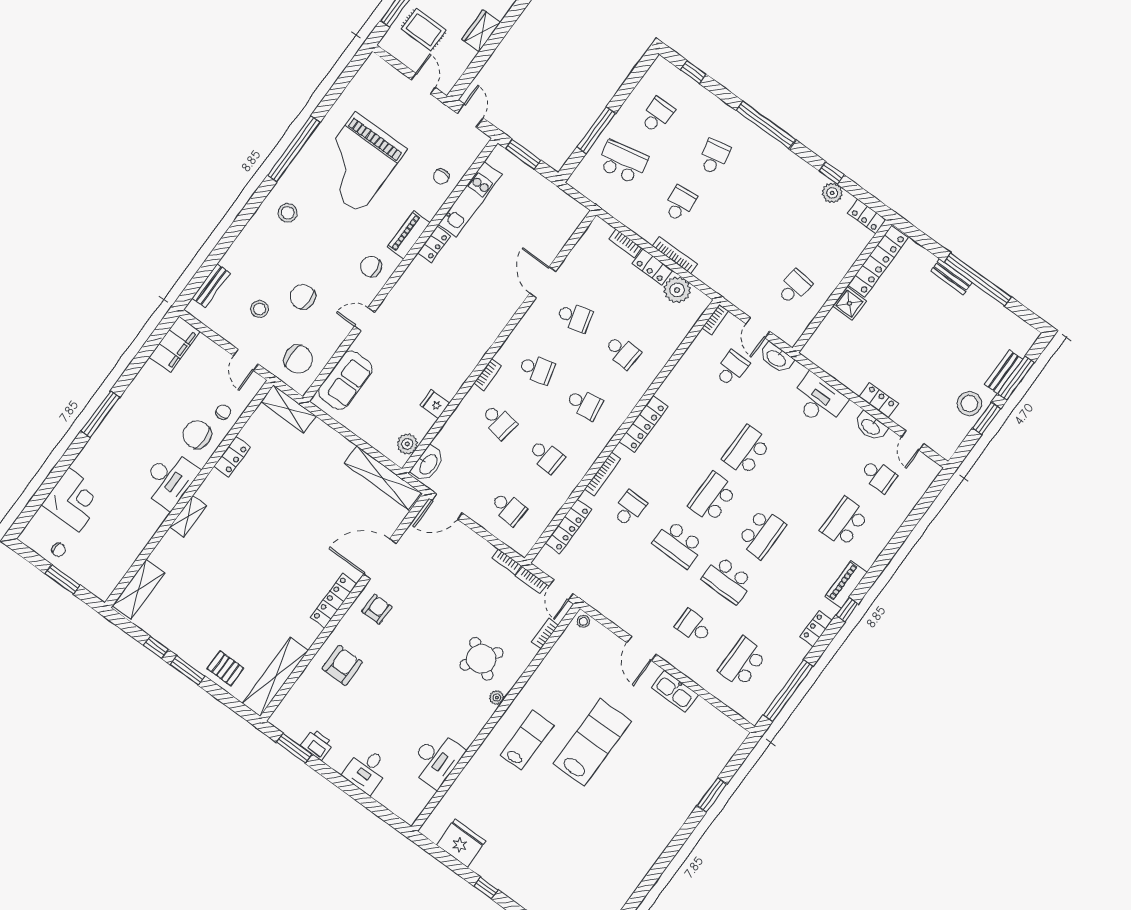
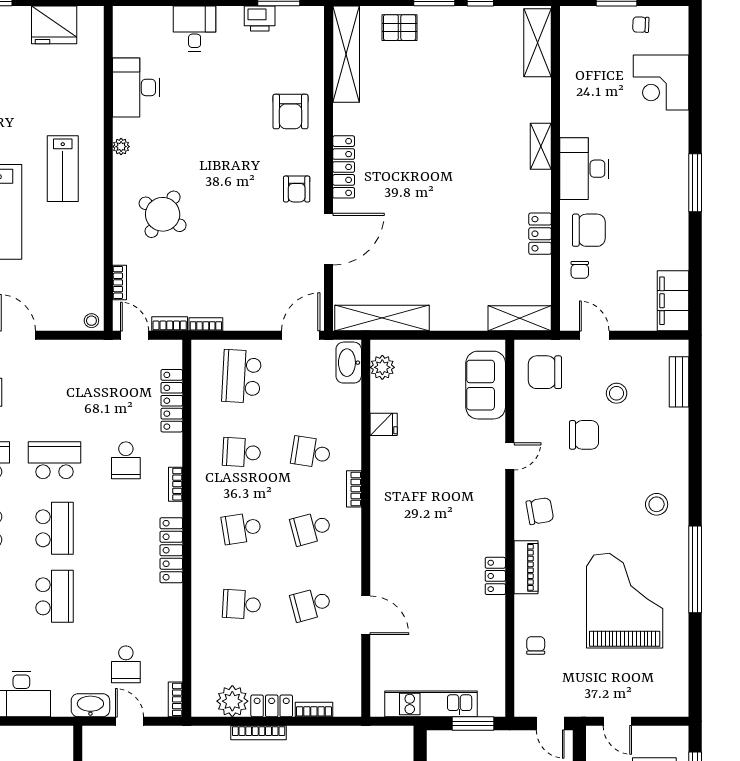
kitchen unit: (470, 199) -> (431, 704), moved, turned 90
bookcase: (603, 474) -> (176, 484), width x0.64
school desk: (508, 508) -> (242, 376), width x1.85
plant: (497, 698) -> (121, 147), moved

